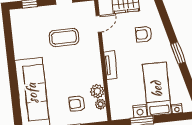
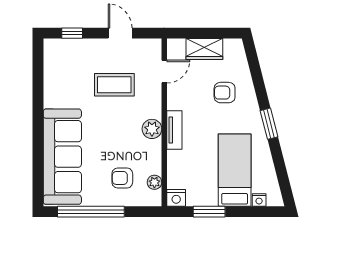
plant: (97, 91) -> (152, 129), moved
nightstand: (140, 111) -> (176, 198), moved

